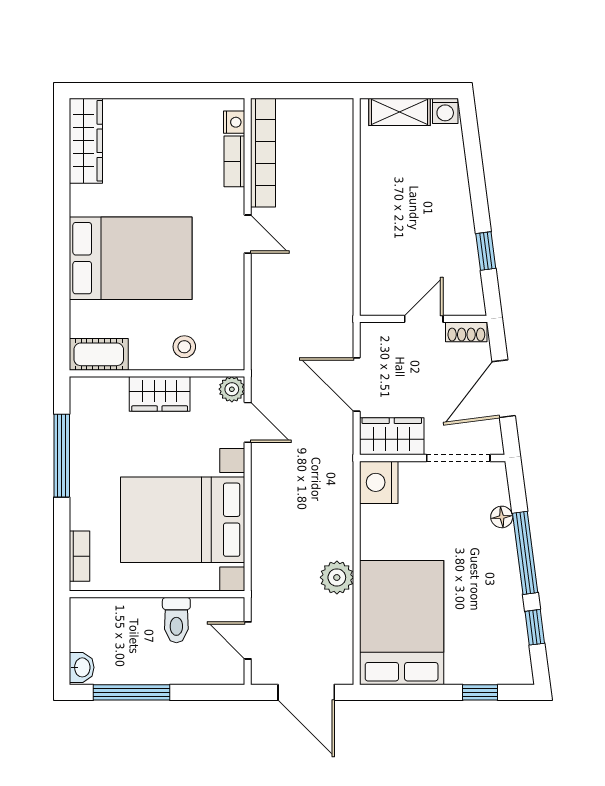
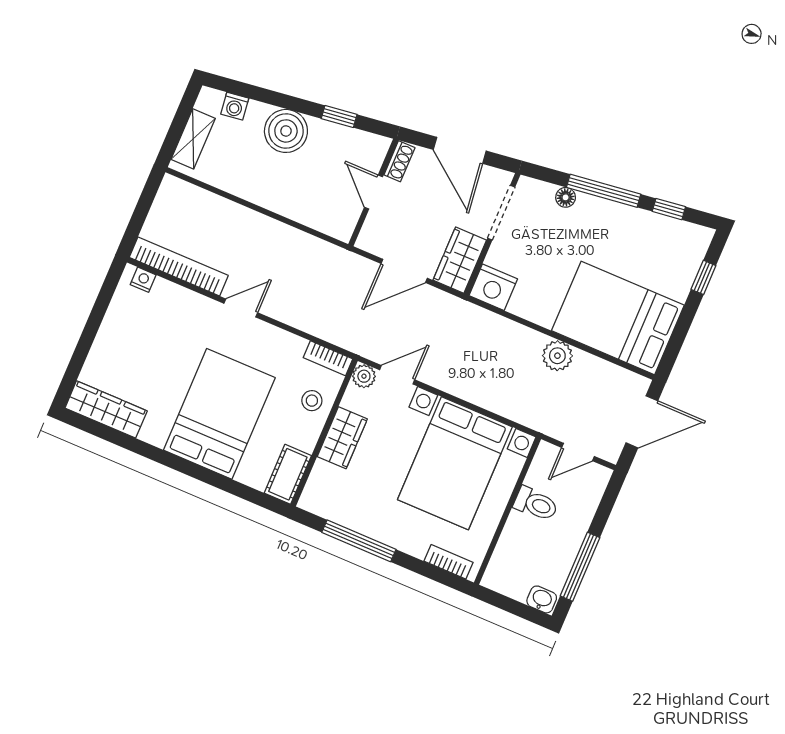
washing machine: (445, 111) -> (235, 106), moved, turned 83
bookcase: (234, 161) -> (328, 358), moved
boiler: (448, 203) -> (286, 131), added

